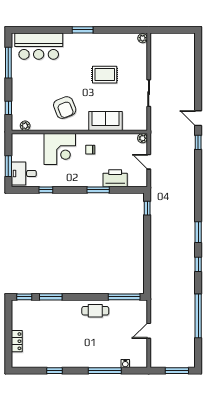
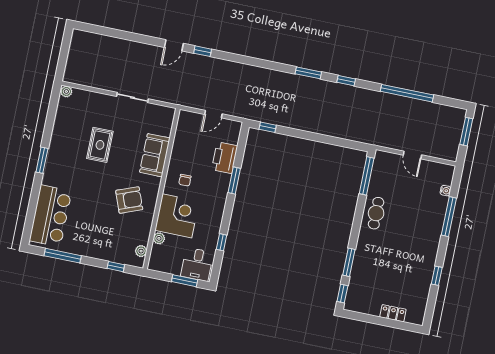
plant: (142, 138) -> (159, 238), moved

